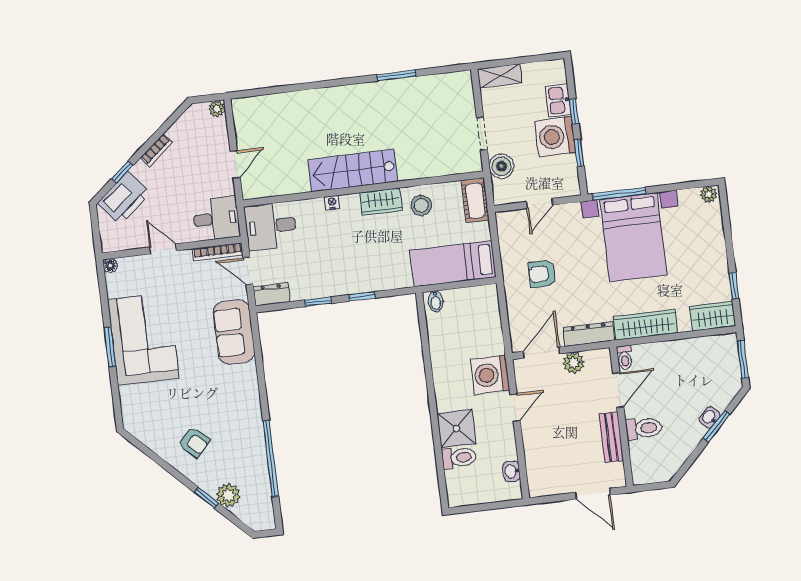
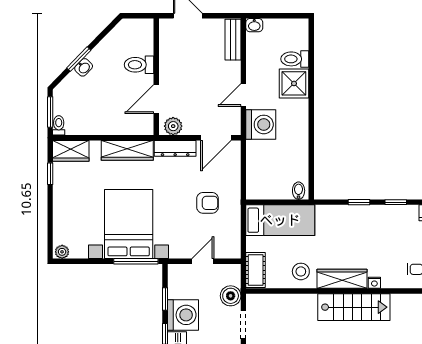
wardrobe: (381, 202) -> (342, 279), width x1.50
toilet: (625, 357) -> (59, 125), moved
plant: (574, 363) -> (173, 126), moved
bench: (611, 437) -> (233, 40), moved
washbasin: (512, 471) -> (254, 25), moved, turned 90

